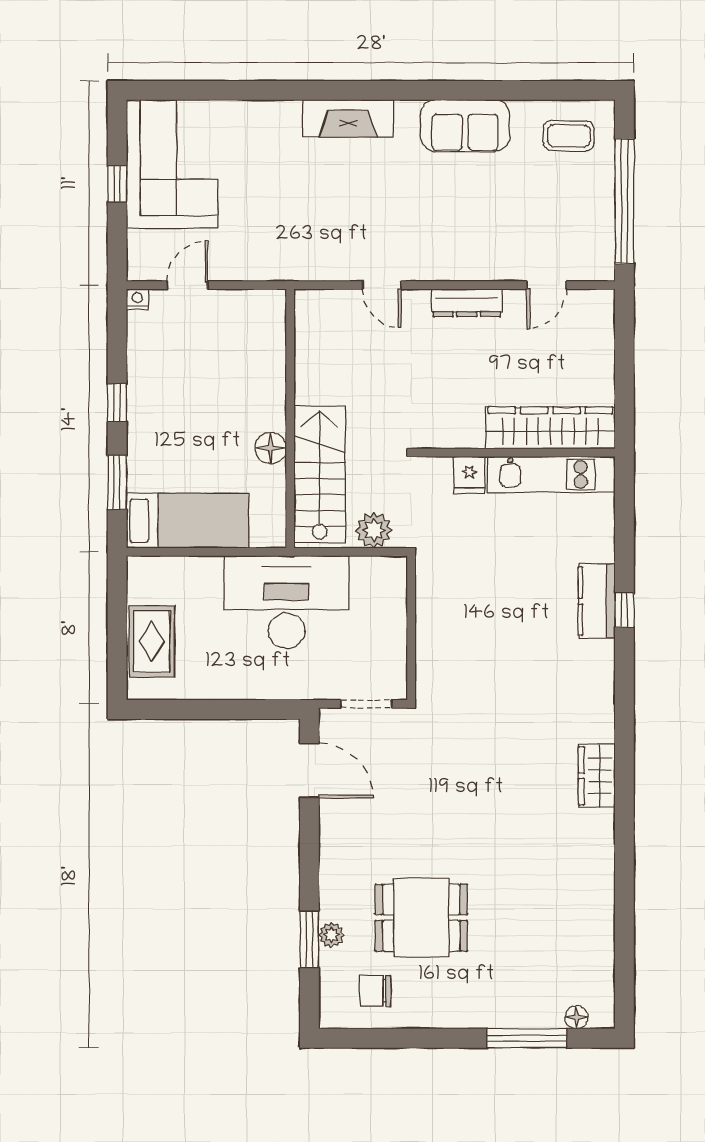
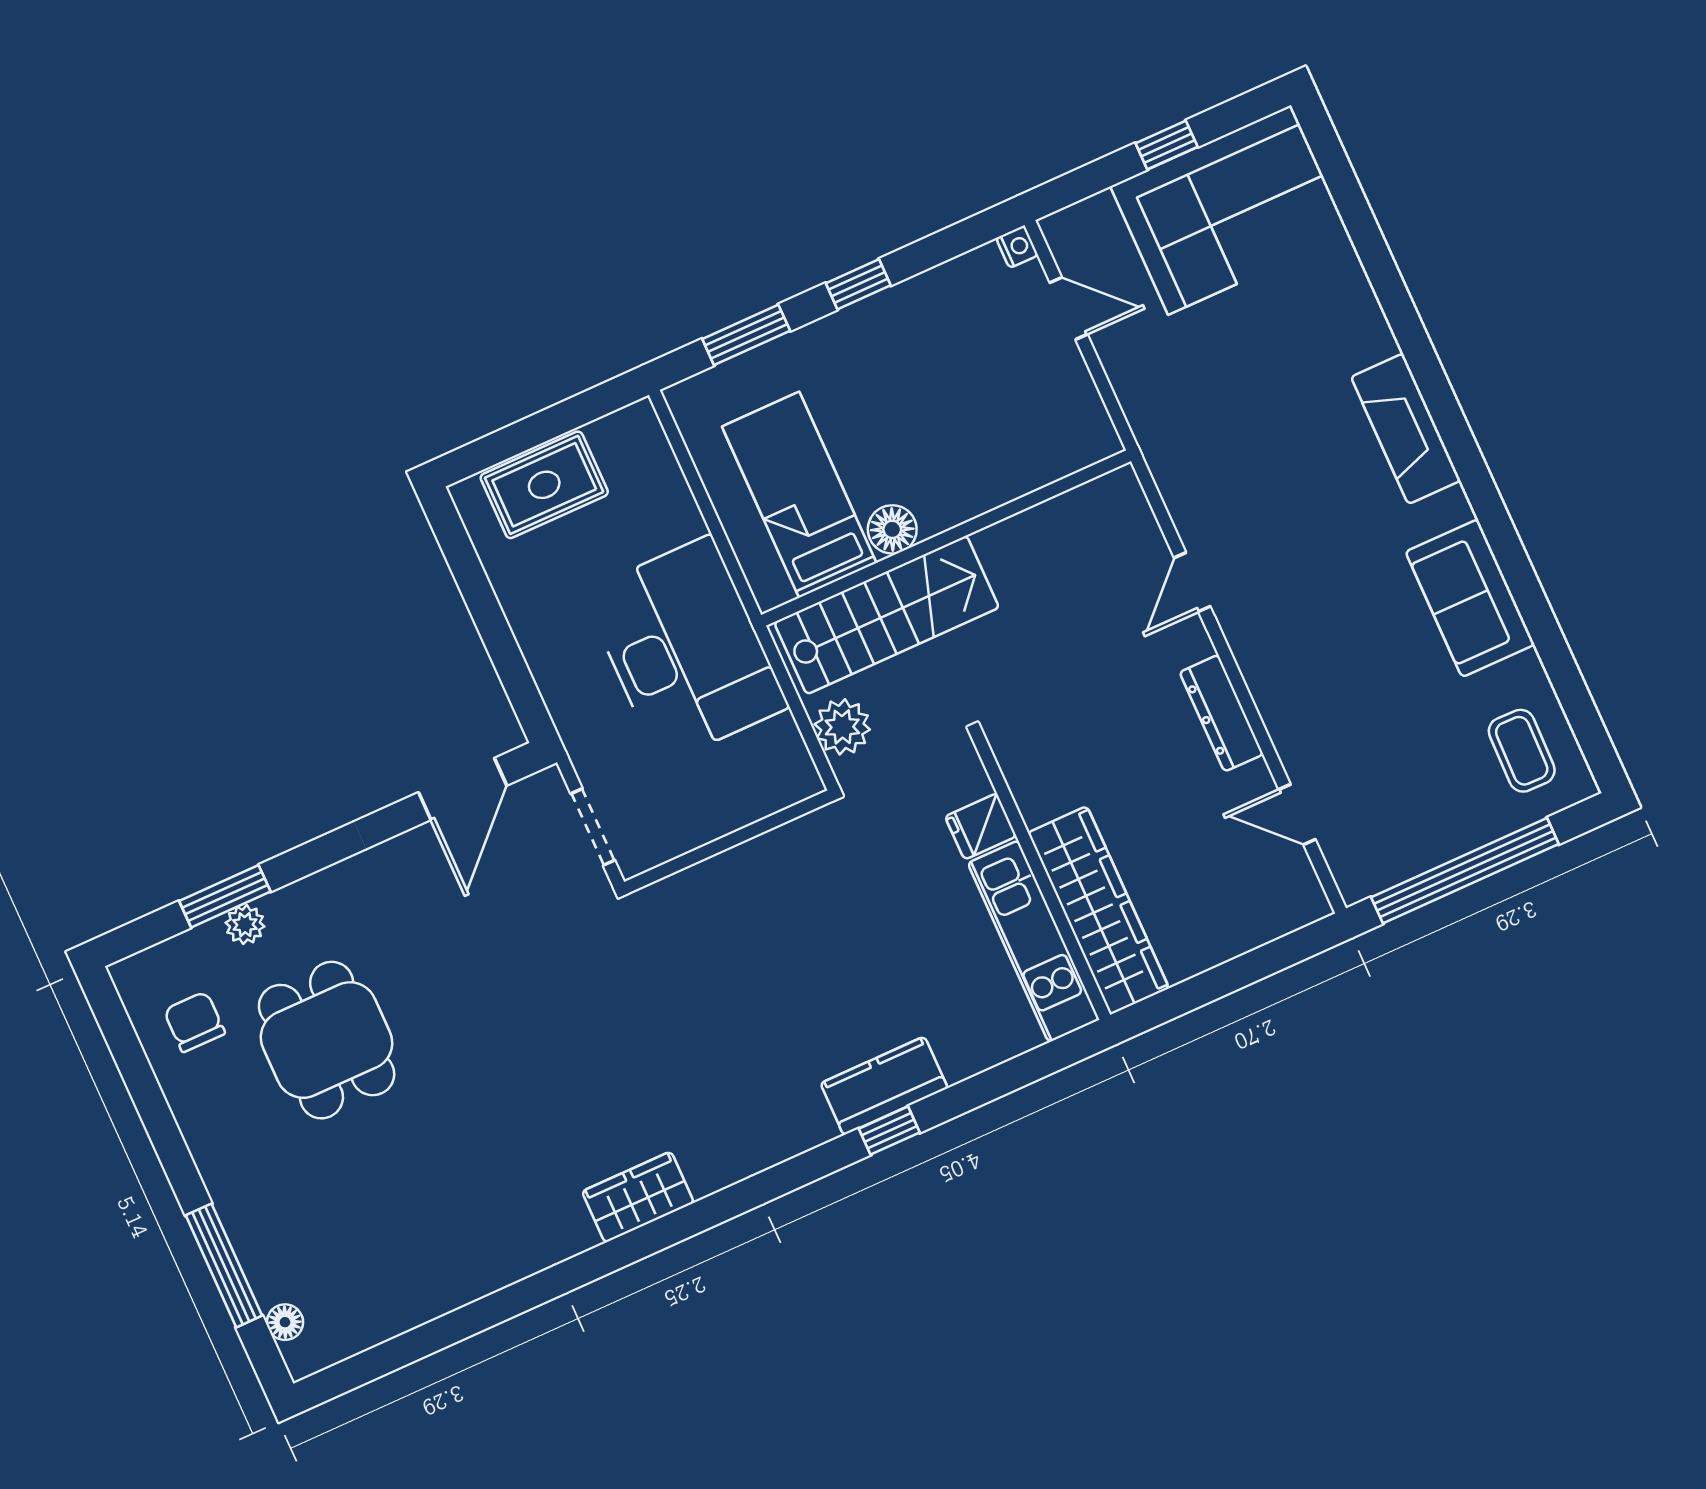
bed: (187, 521) -> (799, 495), moved, turned 180

